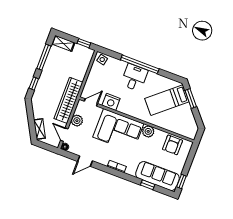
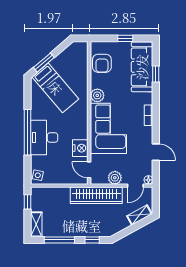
desk: (134, 77) -> (44, 138), width x1.37
armchair: (172, 145) -> (102, 63), turned 90
window: (181, 182) -> (125, 38), moved

